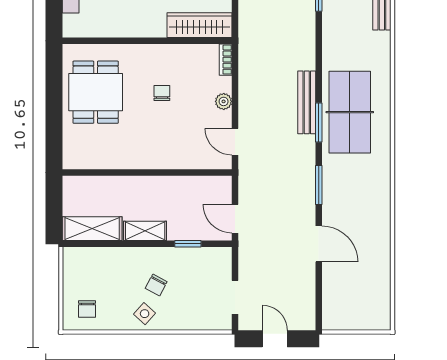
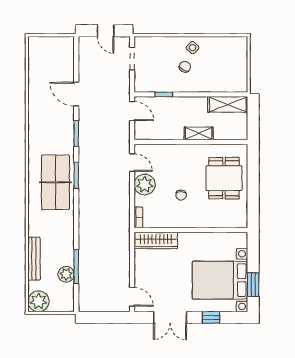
dining table: (96, 92) -> (224, 178), moved
plant: (224, 101) -> (145, 185), width x1.87, depth x1.87
bench: (307, 102) -> (84, 189), removed
shelving: (145, 231) -> (199, 133), moved
chair: (87, 309) -> (231, 51), removed

